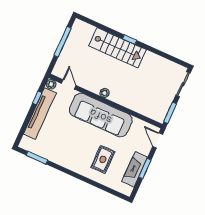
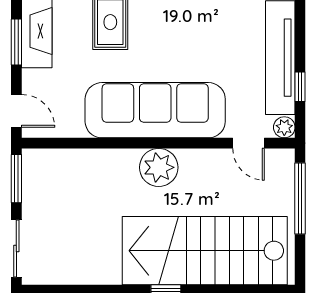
window: (63, 42) -> (300, 198), moved
stairs: (118, 48) -> (205, 251), width x1.36, depth x1.51
plant: (105, 93) -> (159, 167), width x1.88, depth x1.88

